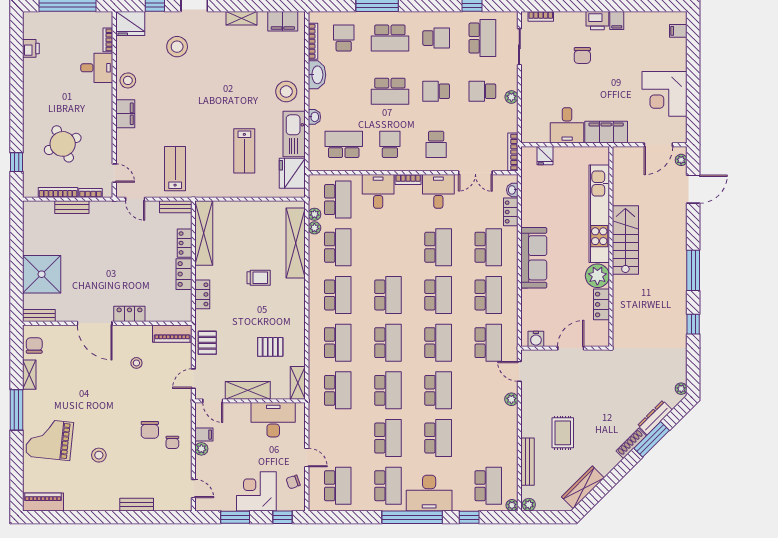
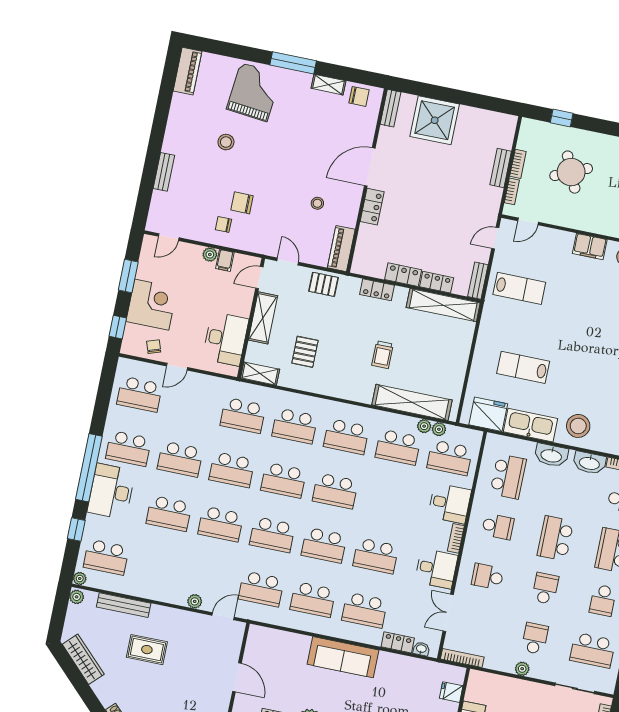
washbasin: (314, 117) -> (551, 455), width x1.91, depth x1.45
bookcase: (58, 192) -> (518, 164), width x0.64
water cooler: (536, 339) -> (255, 641), removed

